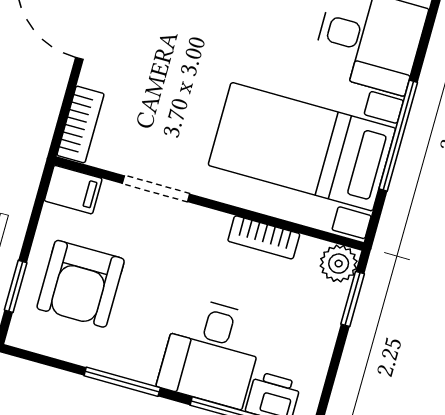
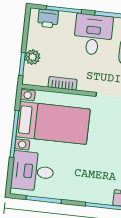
plant: (339, 264) -> (32, 57), moved
desk: (212, 352) -> (93, 35), moved

